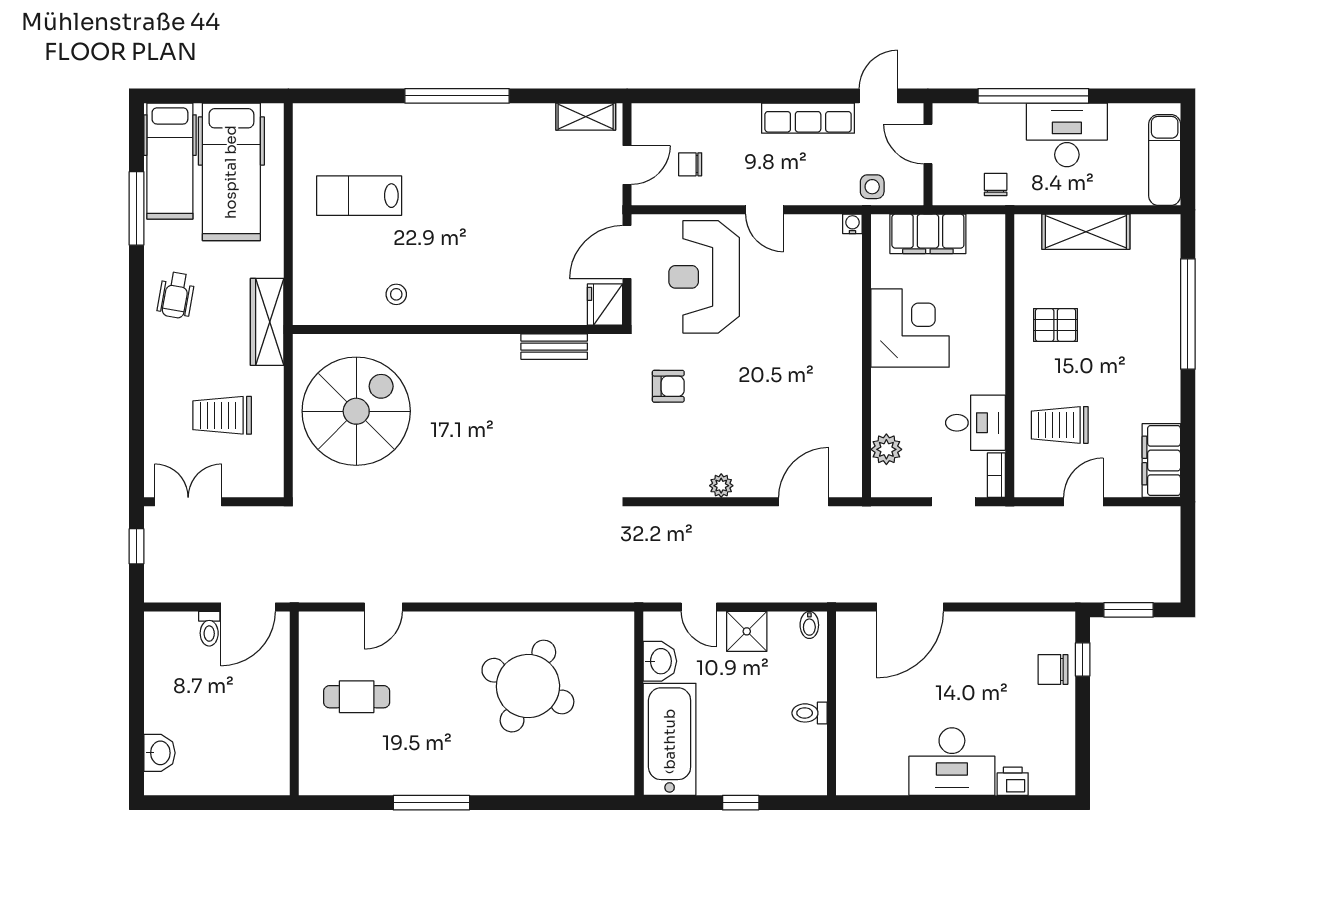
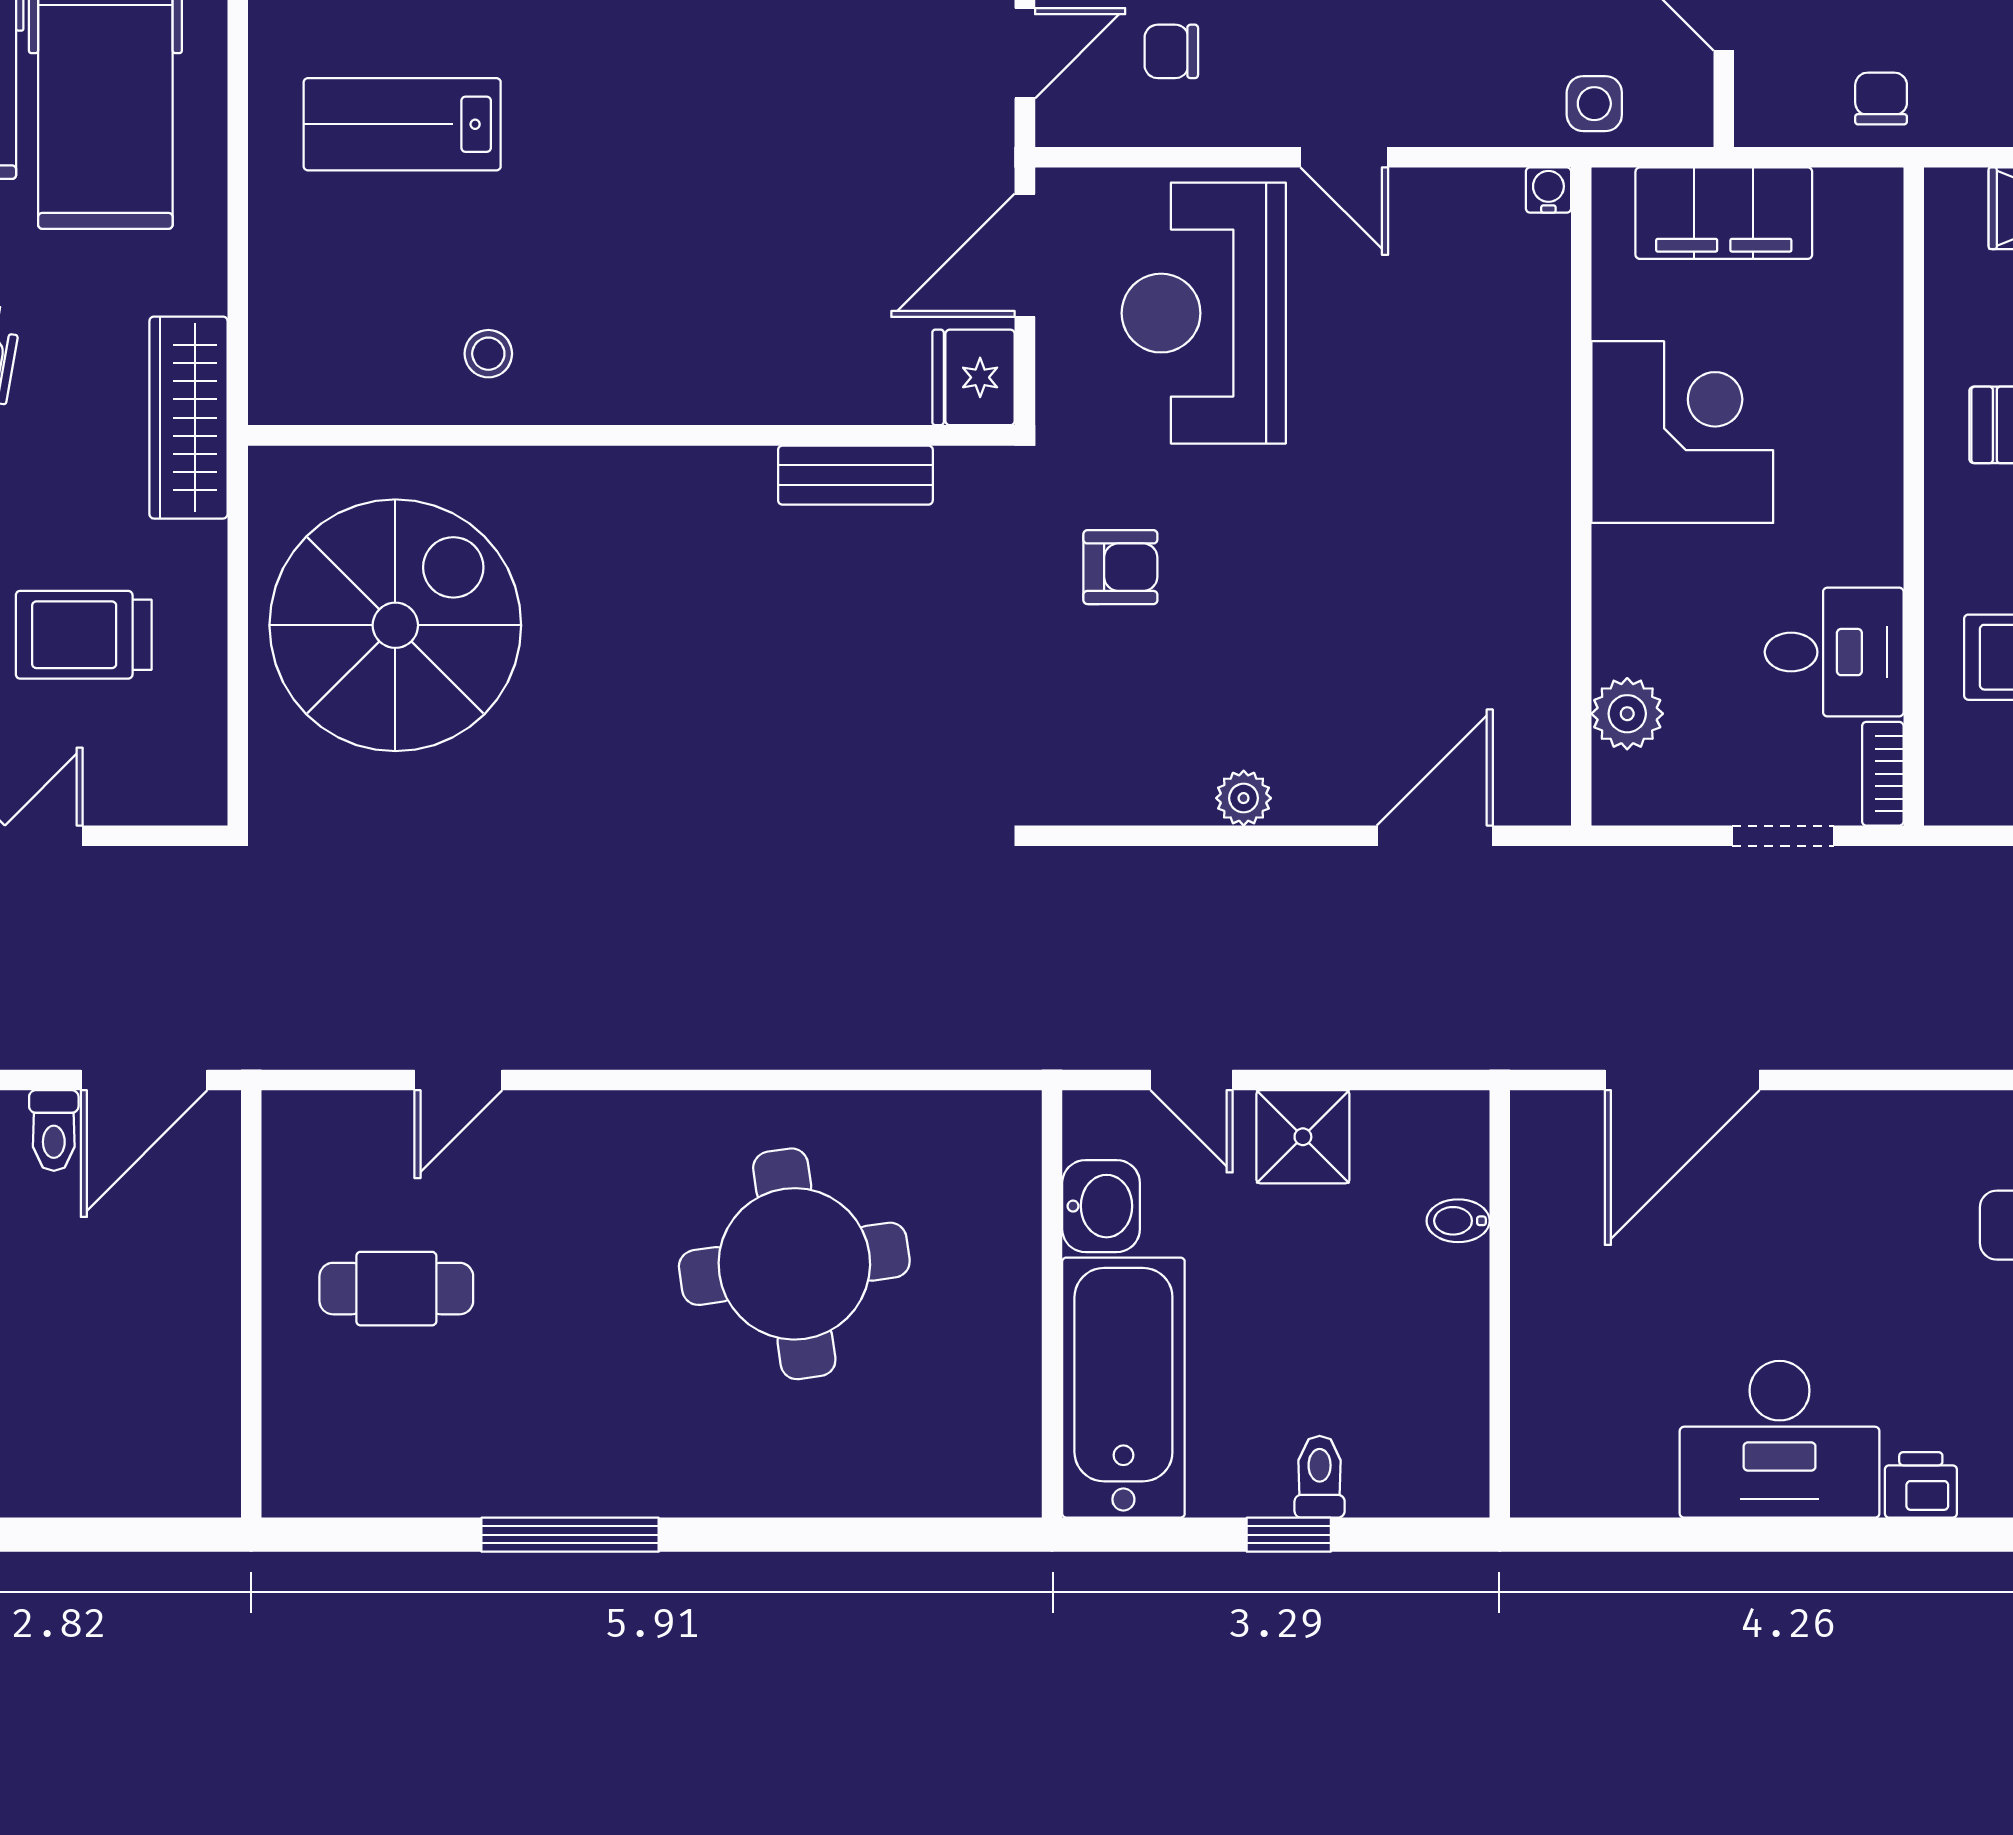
bidet: (809, 625) -> (1458, 1221), moved, turned 90
round table: (528, 686) -> (794, 1264), turned -33
toilet: (810, 713) -> (1320, 1477), moved, turned 90

